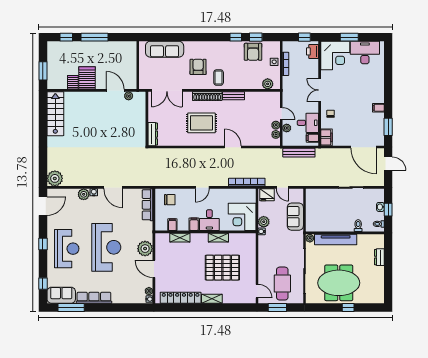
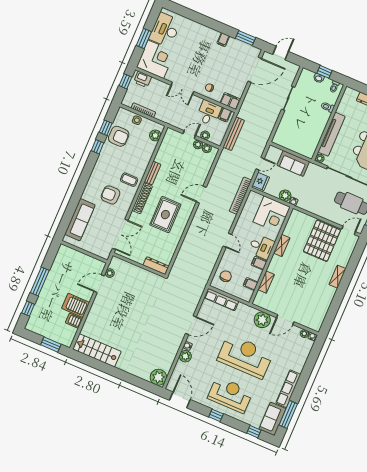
pallet: (222, 268) -> (322, 241), moved
locker: (181, 298) -> (324, 306), removed

